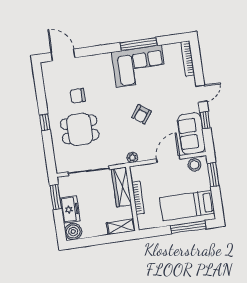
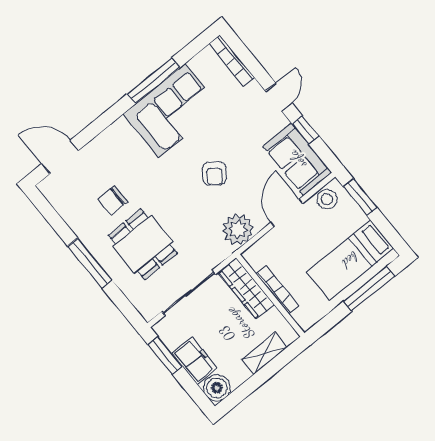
window: (45, 122) -> (90, 263), width x2.17
dining table: (80, 129) -> (143, 244), turned 90
plant: (132, 157) -> (238, 229), width x1.88, depth x1.88
shelving: (121, 227) -> (264, 354), moved

